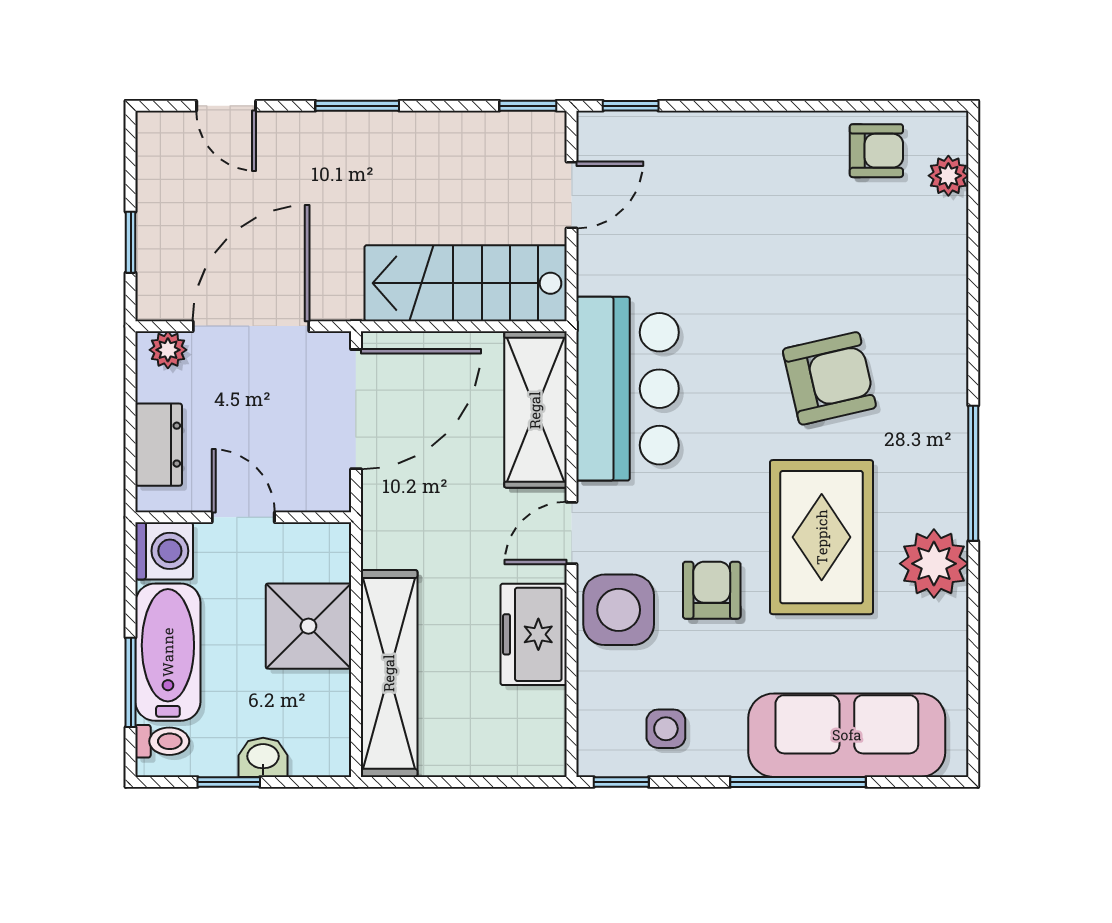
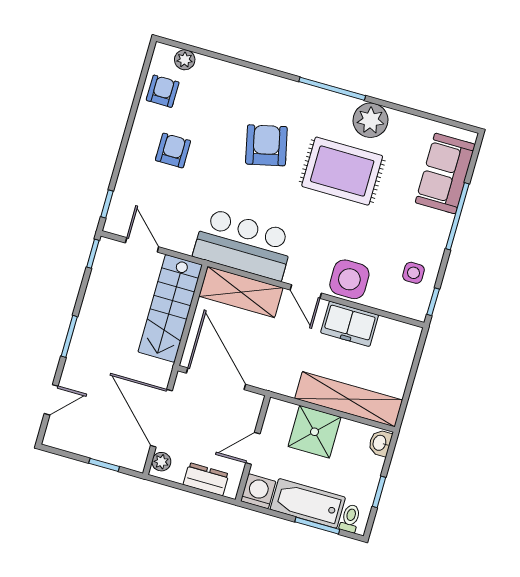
armchair: (712, 590) -> (173, 150), moved, turned 90
sofa: (847, 735) -> (445, 173), width x0.73
washbasin: (263, 757) -> (380, 443), moved

